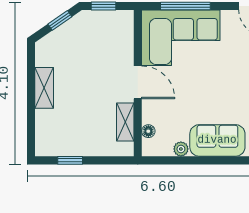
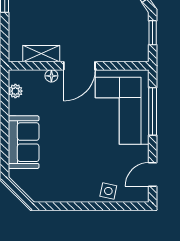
floor lamp: (148, 131) -> (51, 76), moved
plant: (181, 149) -> (15, 91), moved

